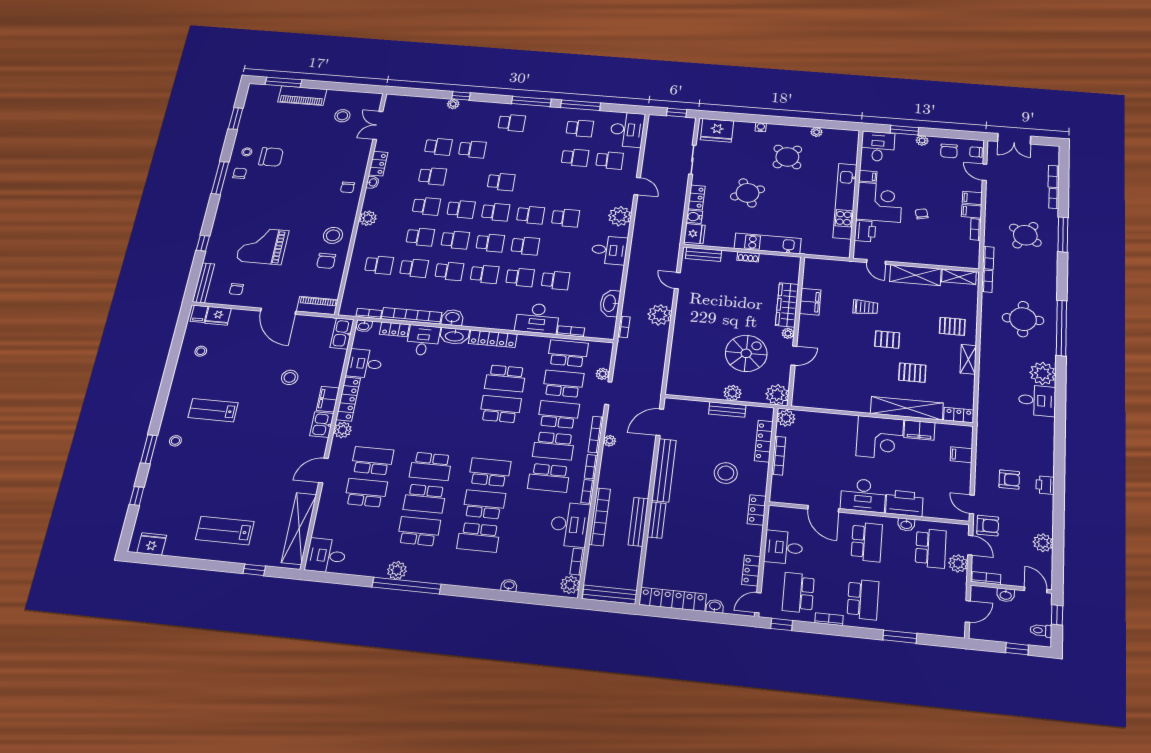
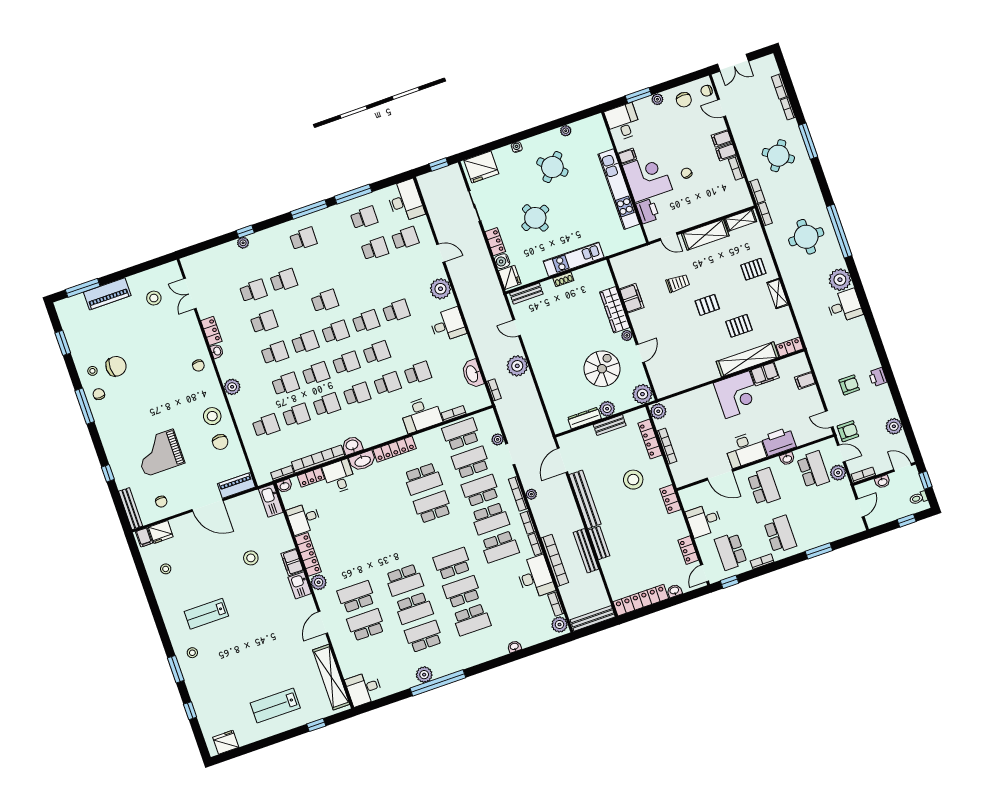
dresser: (704, 392) -> (584, 418), added

